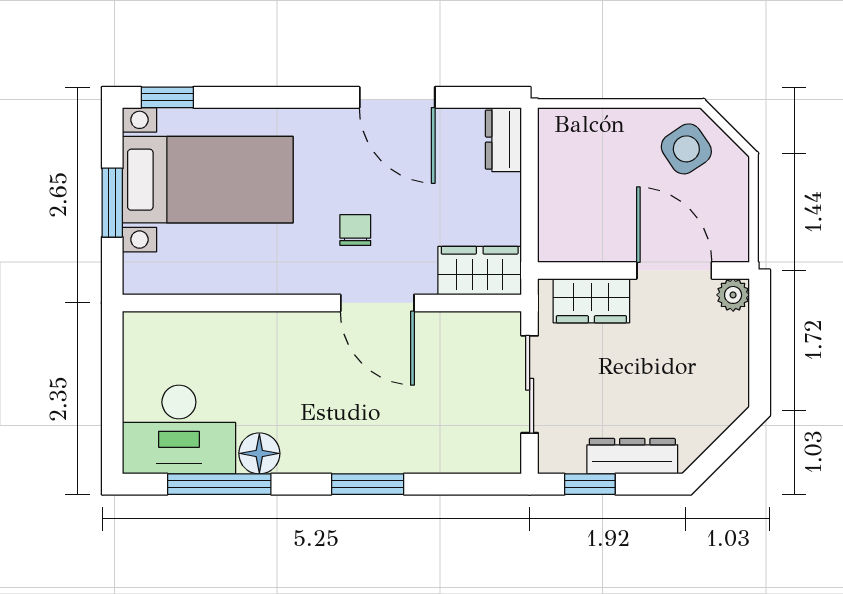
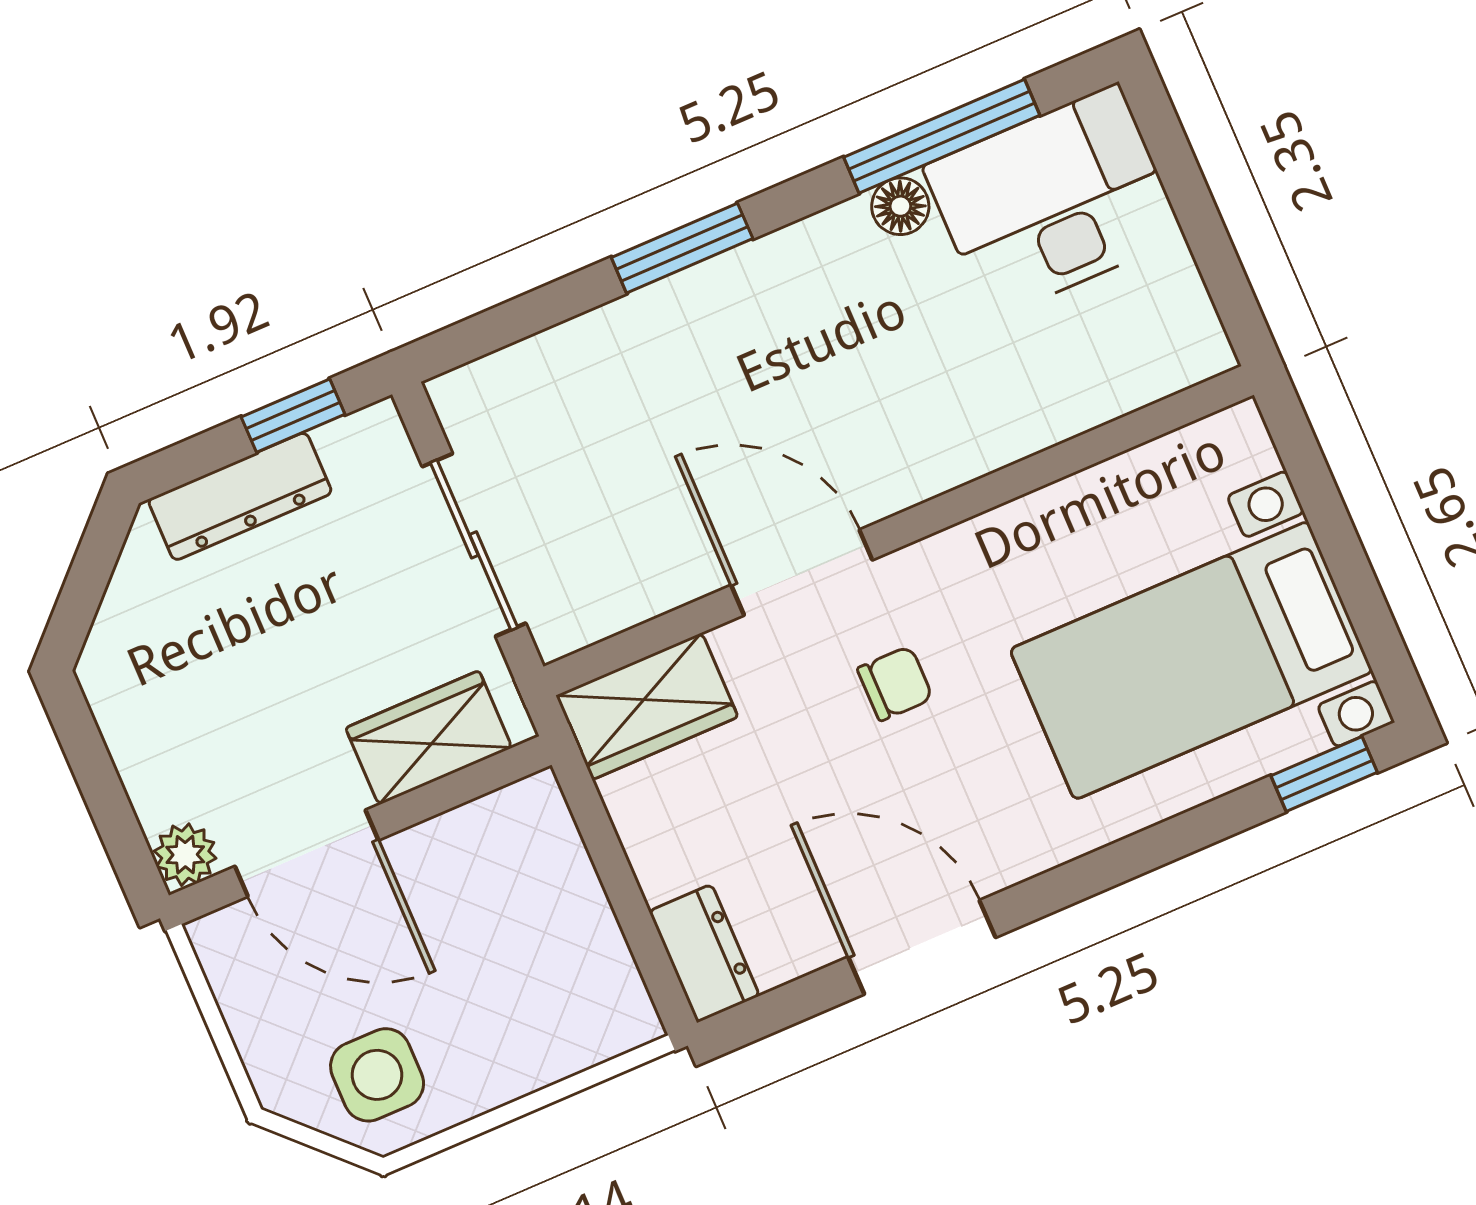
side table: (686, 149) -> (377, 1075), turned 34
window: (112, 203) -> (1341, 548), removed
chair: (355, 230) -> (895, 683), turned -90
floor lamp: (259, 453) -> (900, 206), width x0.73, depth x0.73

